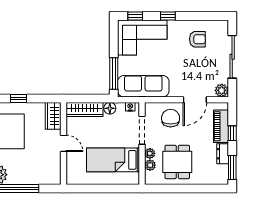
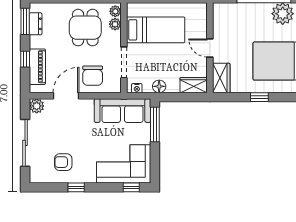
window: (168, 16) -> (76, 187), moved
wardrobe: (85, 109) -> (194, 85), width x0.67
plant: (150, 153) -> (115, 11), moved
dresser: (223, 154) -> (36, 24), moved

